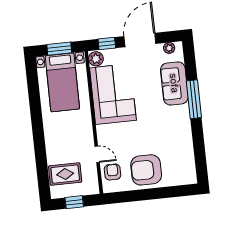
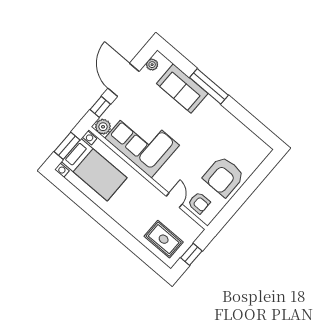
door: (97, 154) -> (174, 200), hinge flipped
armchair: (113, 172) -> (199, 203), turned 180
rug: (65, 174) -> (164, 239), turned 90

